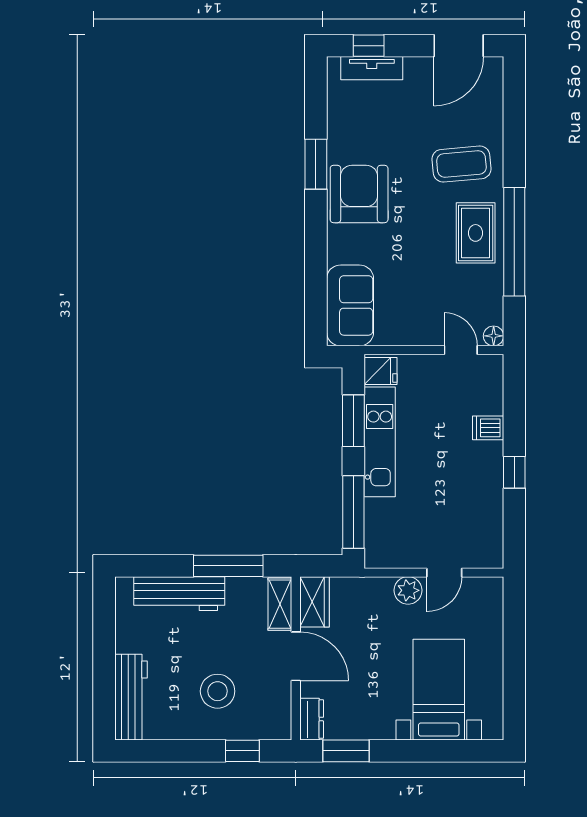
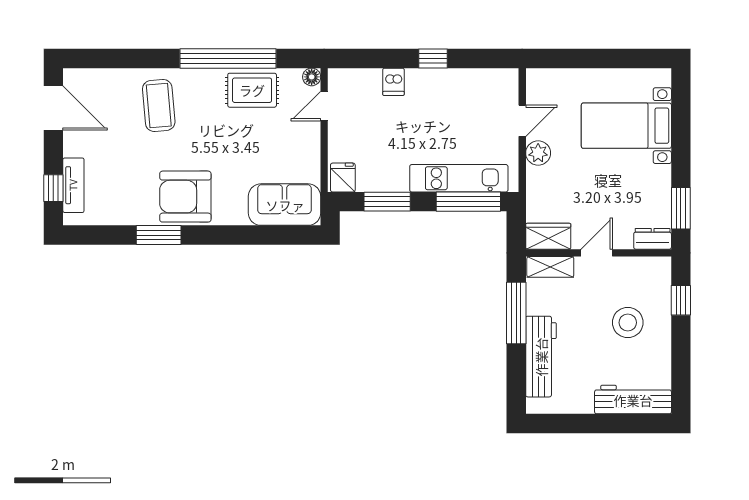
rug: (476, 233) -> (252, 90), moved
kitchen unit: (380, 442) -> (459, 178), moved
door: (444, 573) -> (522, 121), hinge flipped
door: (296, 656) -> (597, 253), width x0.73

